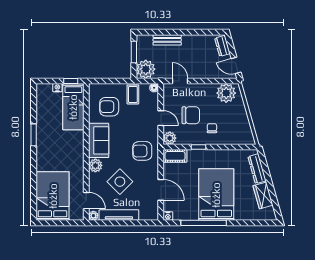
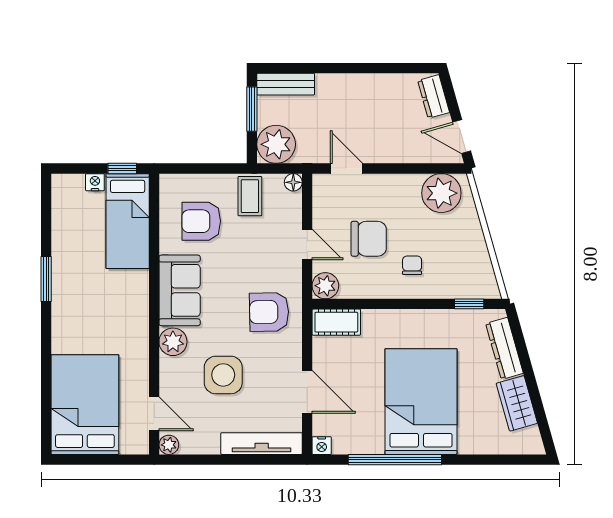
bench: (167, 40) -> (286, 84), moved
window: (198, 147) -> (469, 304), moved
side table: (120, 182) -> (223, 375), turned 45
tv unit: (119, 215) -> (262, 444), moved

